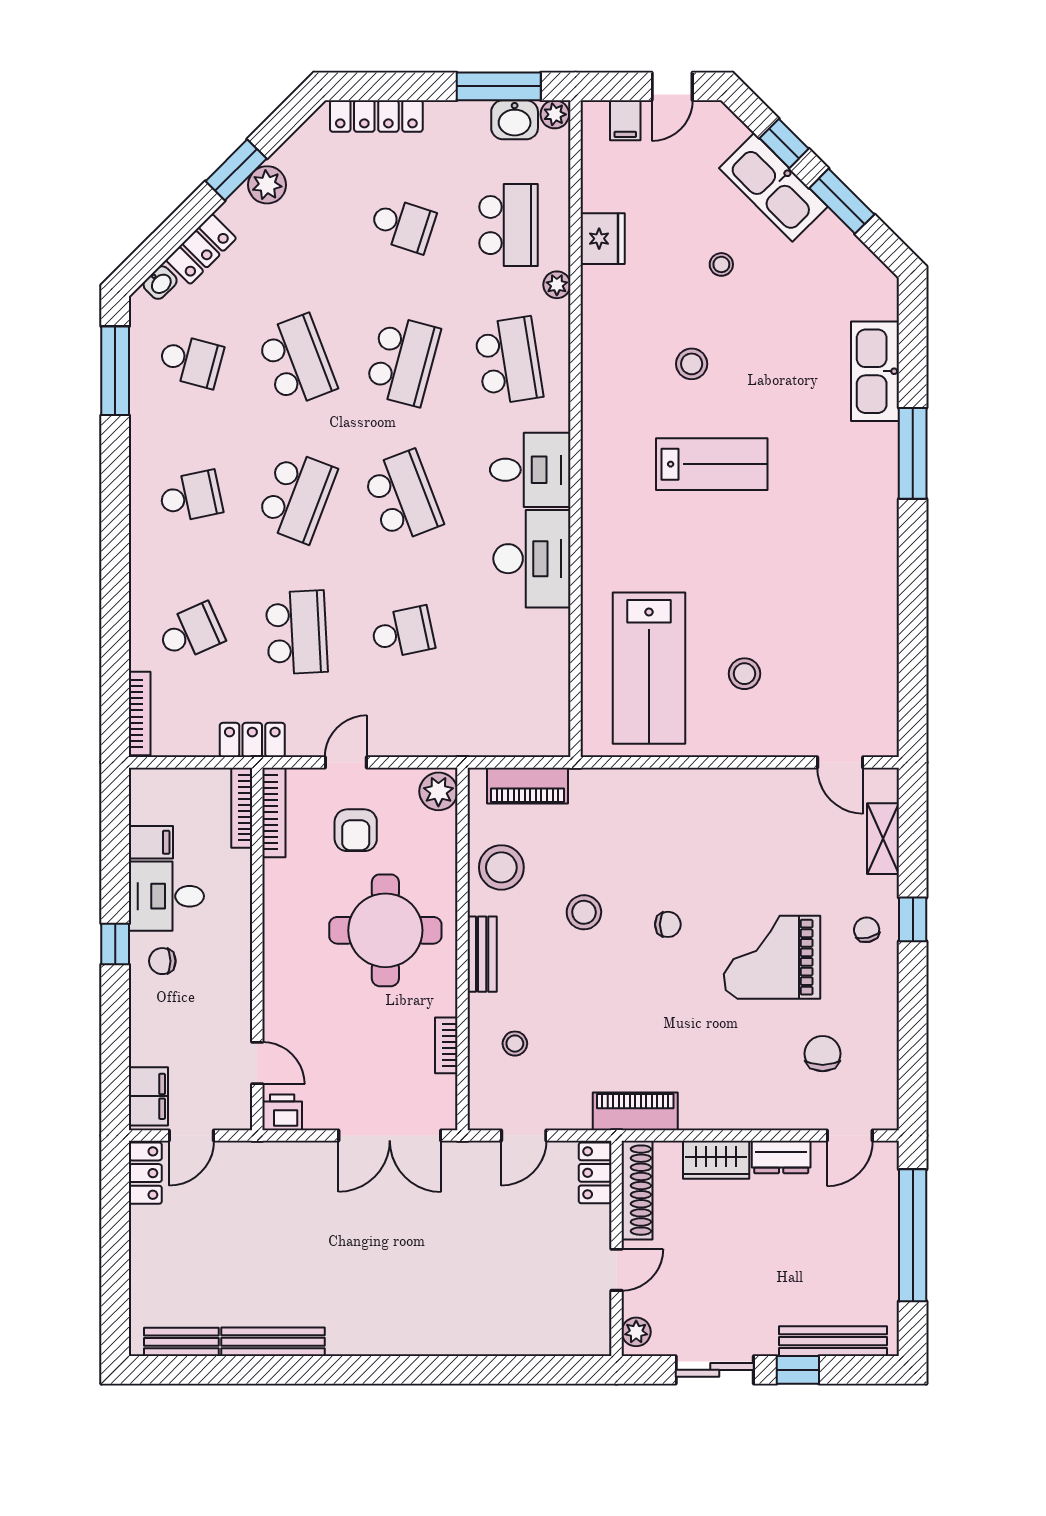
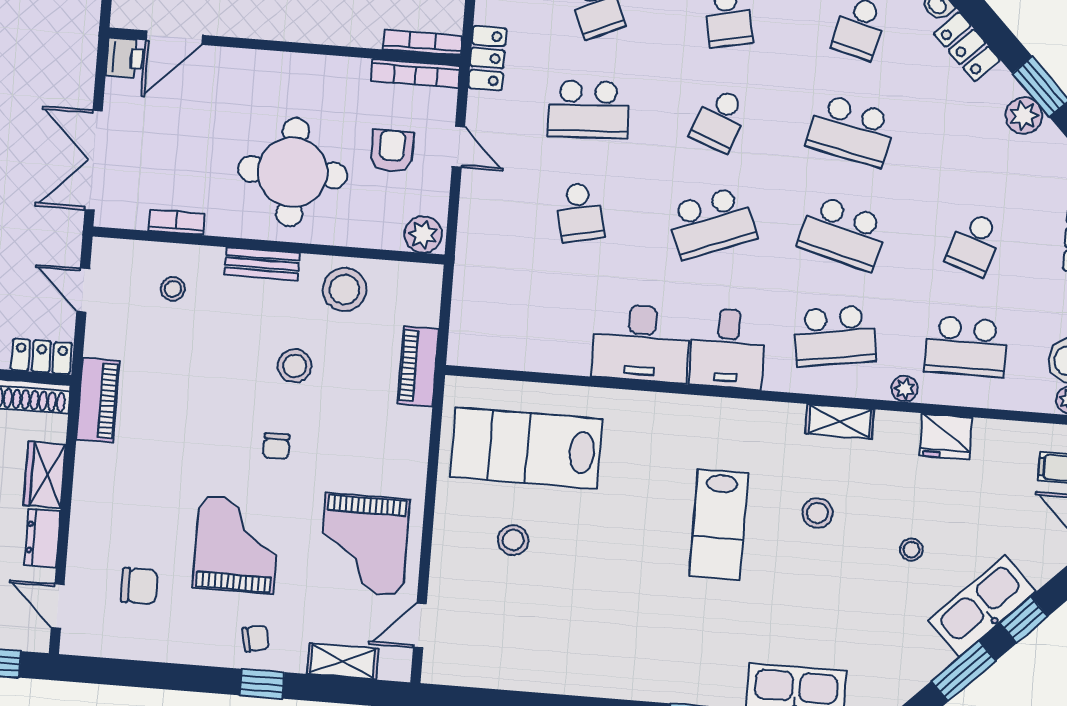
shelving: (596, 348) -> (840, 422), added
school desk: (297, 361) -> (851, 131), turned 33
school desk: (297, 497) -> (720, 120), width x0.54
piano: (527, 786) -> (418, 367), moved
grand piano: (761, 826) -> (364, 544), added
armchair: (356, 830) -> (392, 151), turned 90
door: (257, 1063) -> (174, 38), width x1.38

